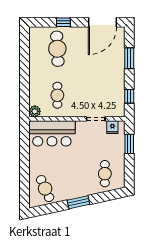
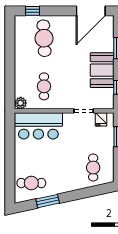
window: (63, 22) -> (32, 11), moved
booth: (114, 80) -> (102, 70), added
cafe table: (45, 189) -> (31, 183), turned -66
window: (78, 202) -> (48, 201), moved

